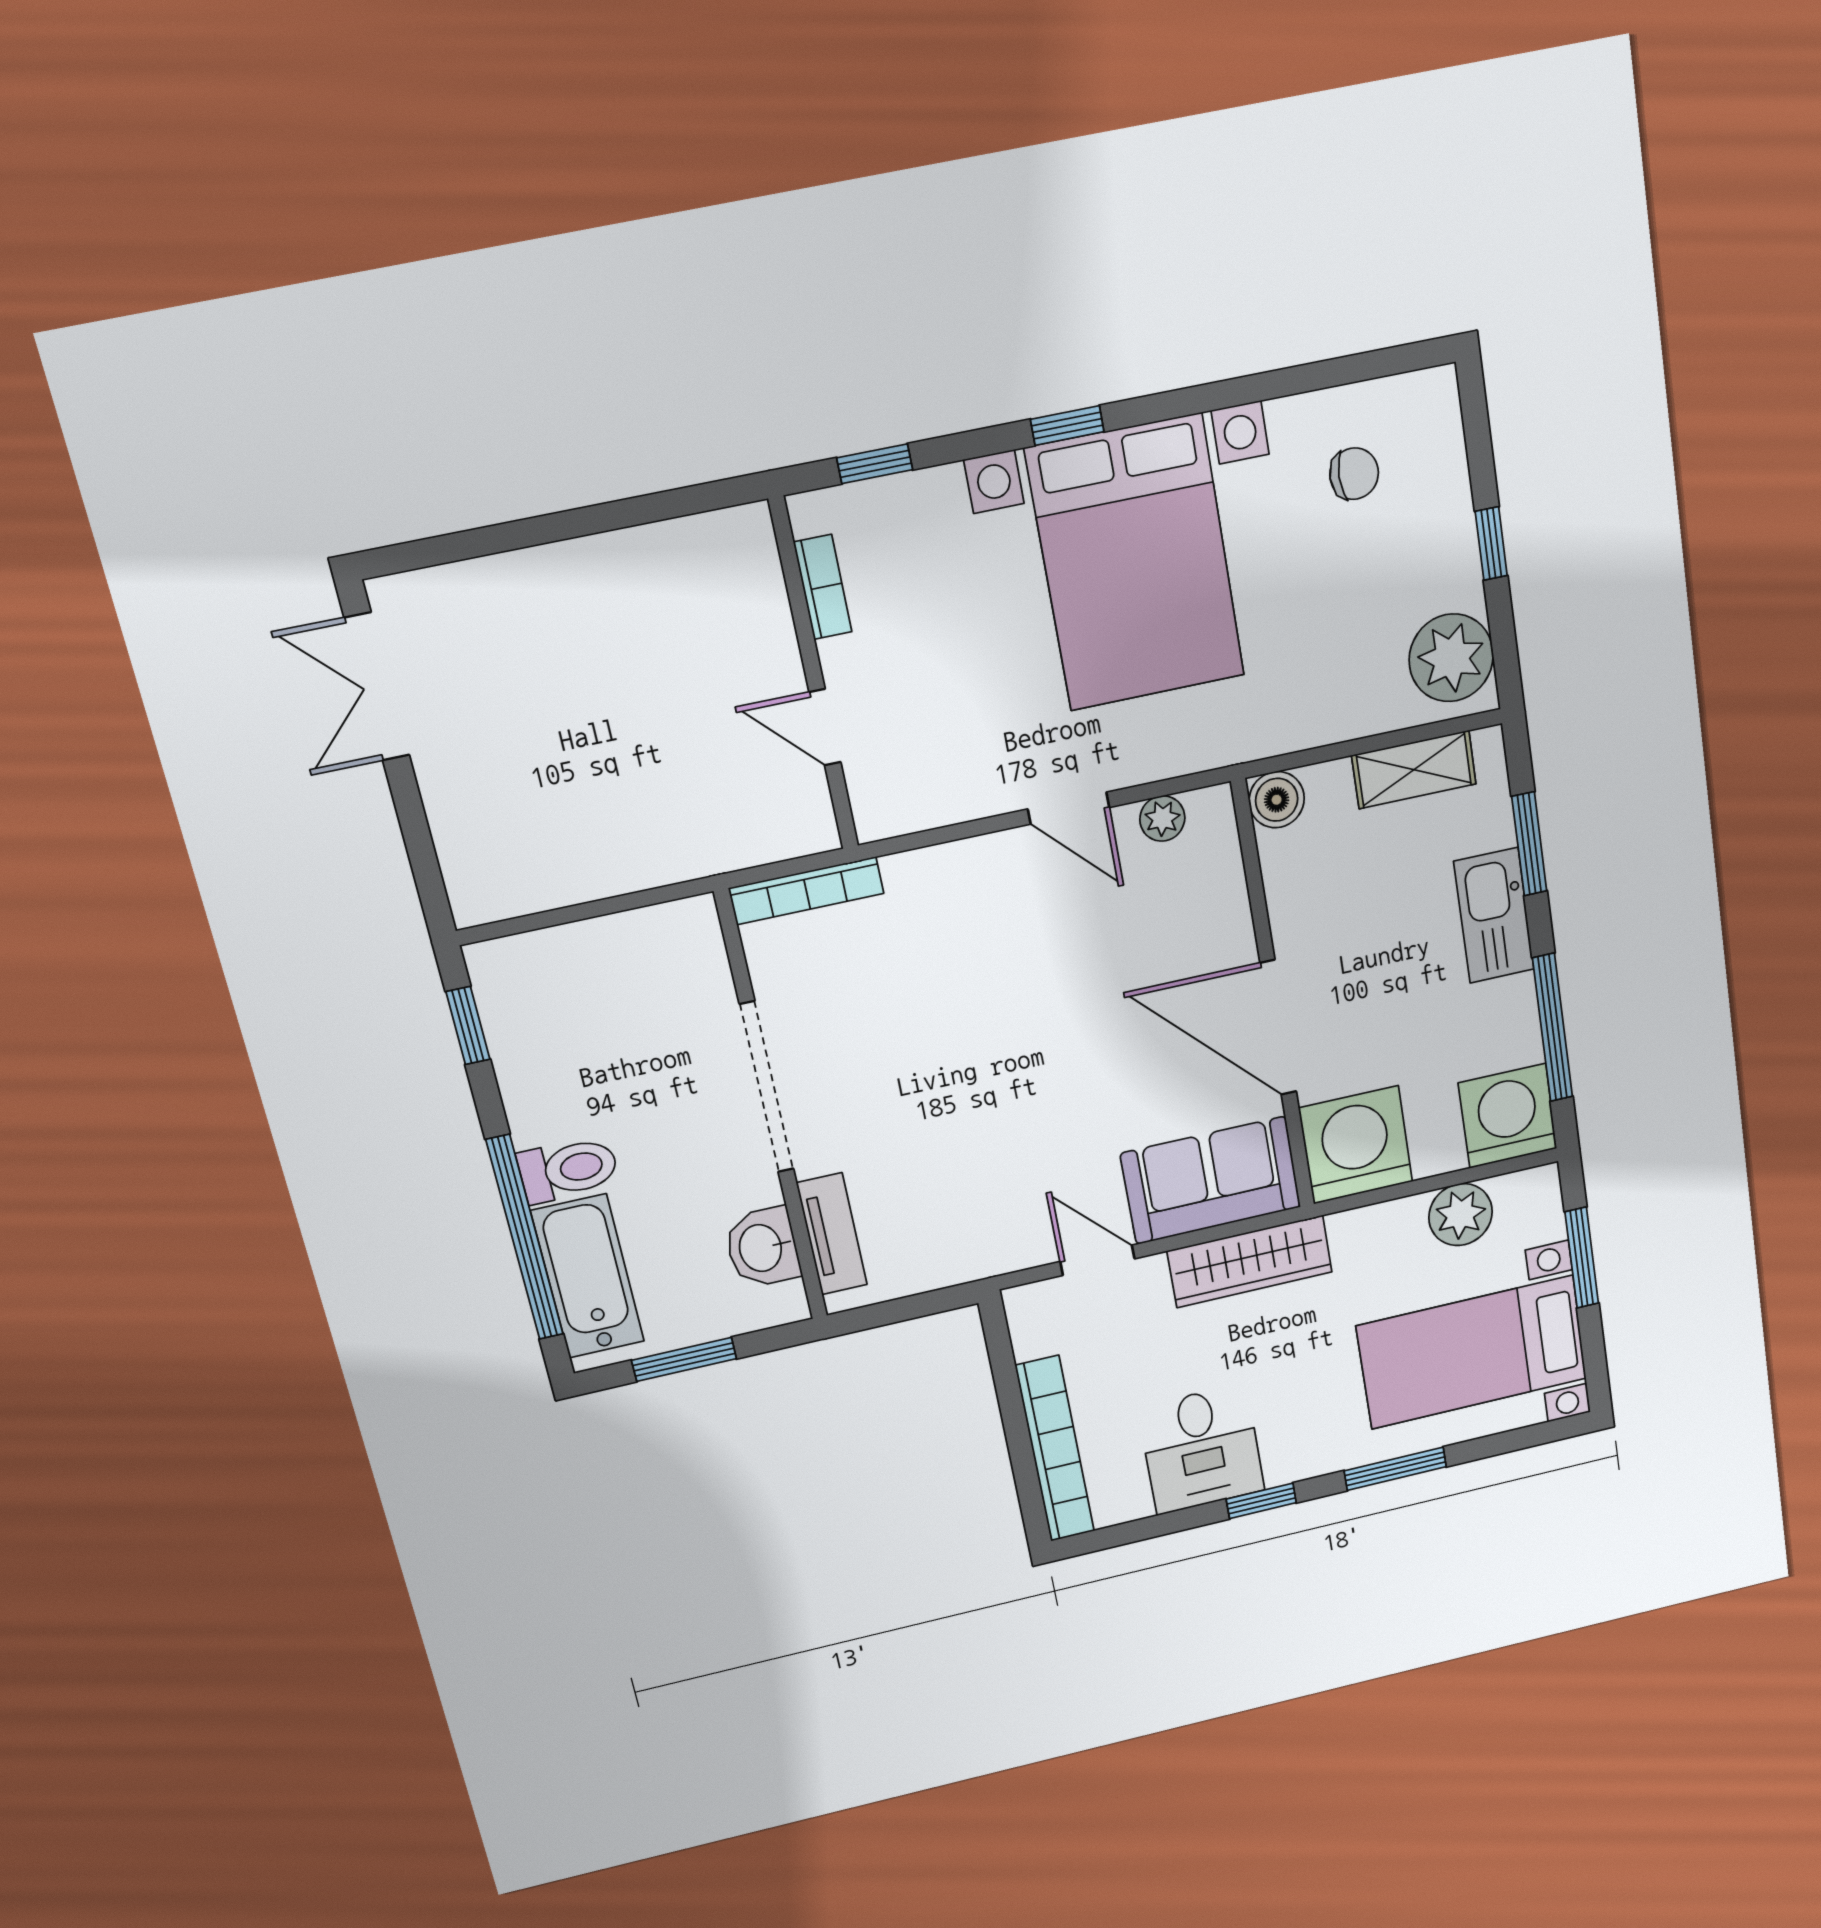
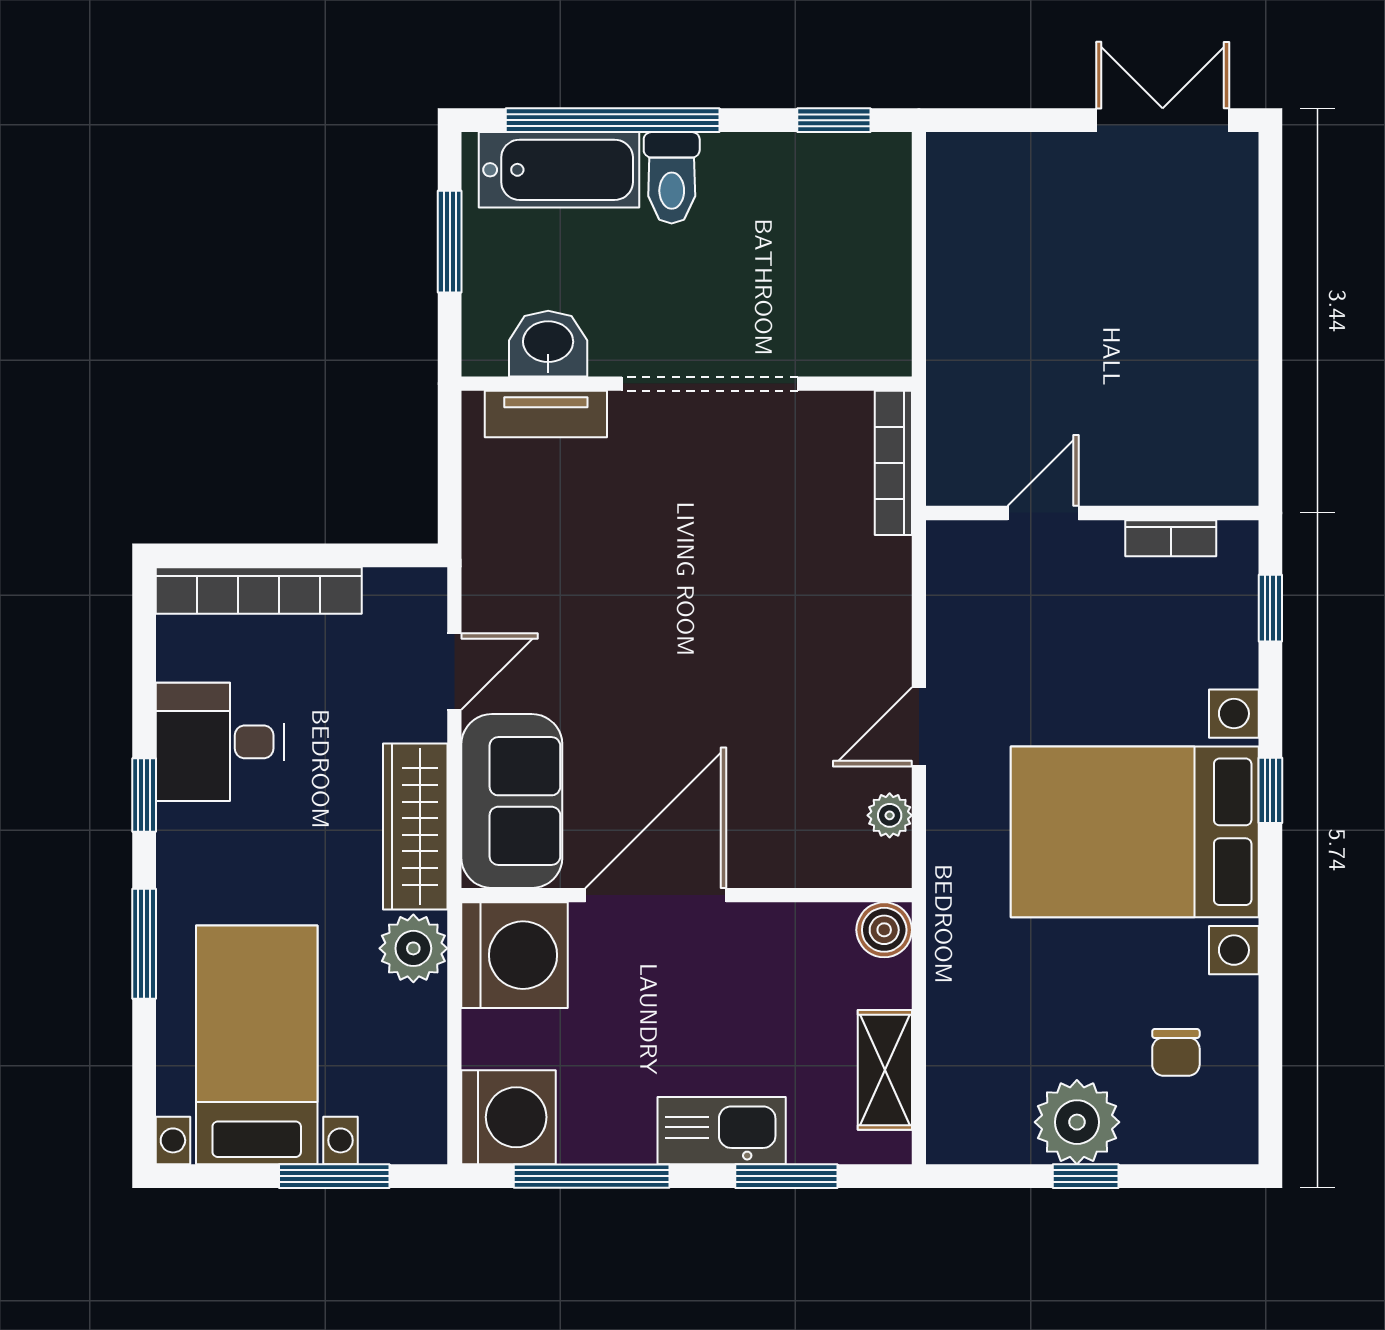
plant: (1451, 658) -> (1077, 1122), moved
plant: (1460, 1215) -> (413, 948), moved

